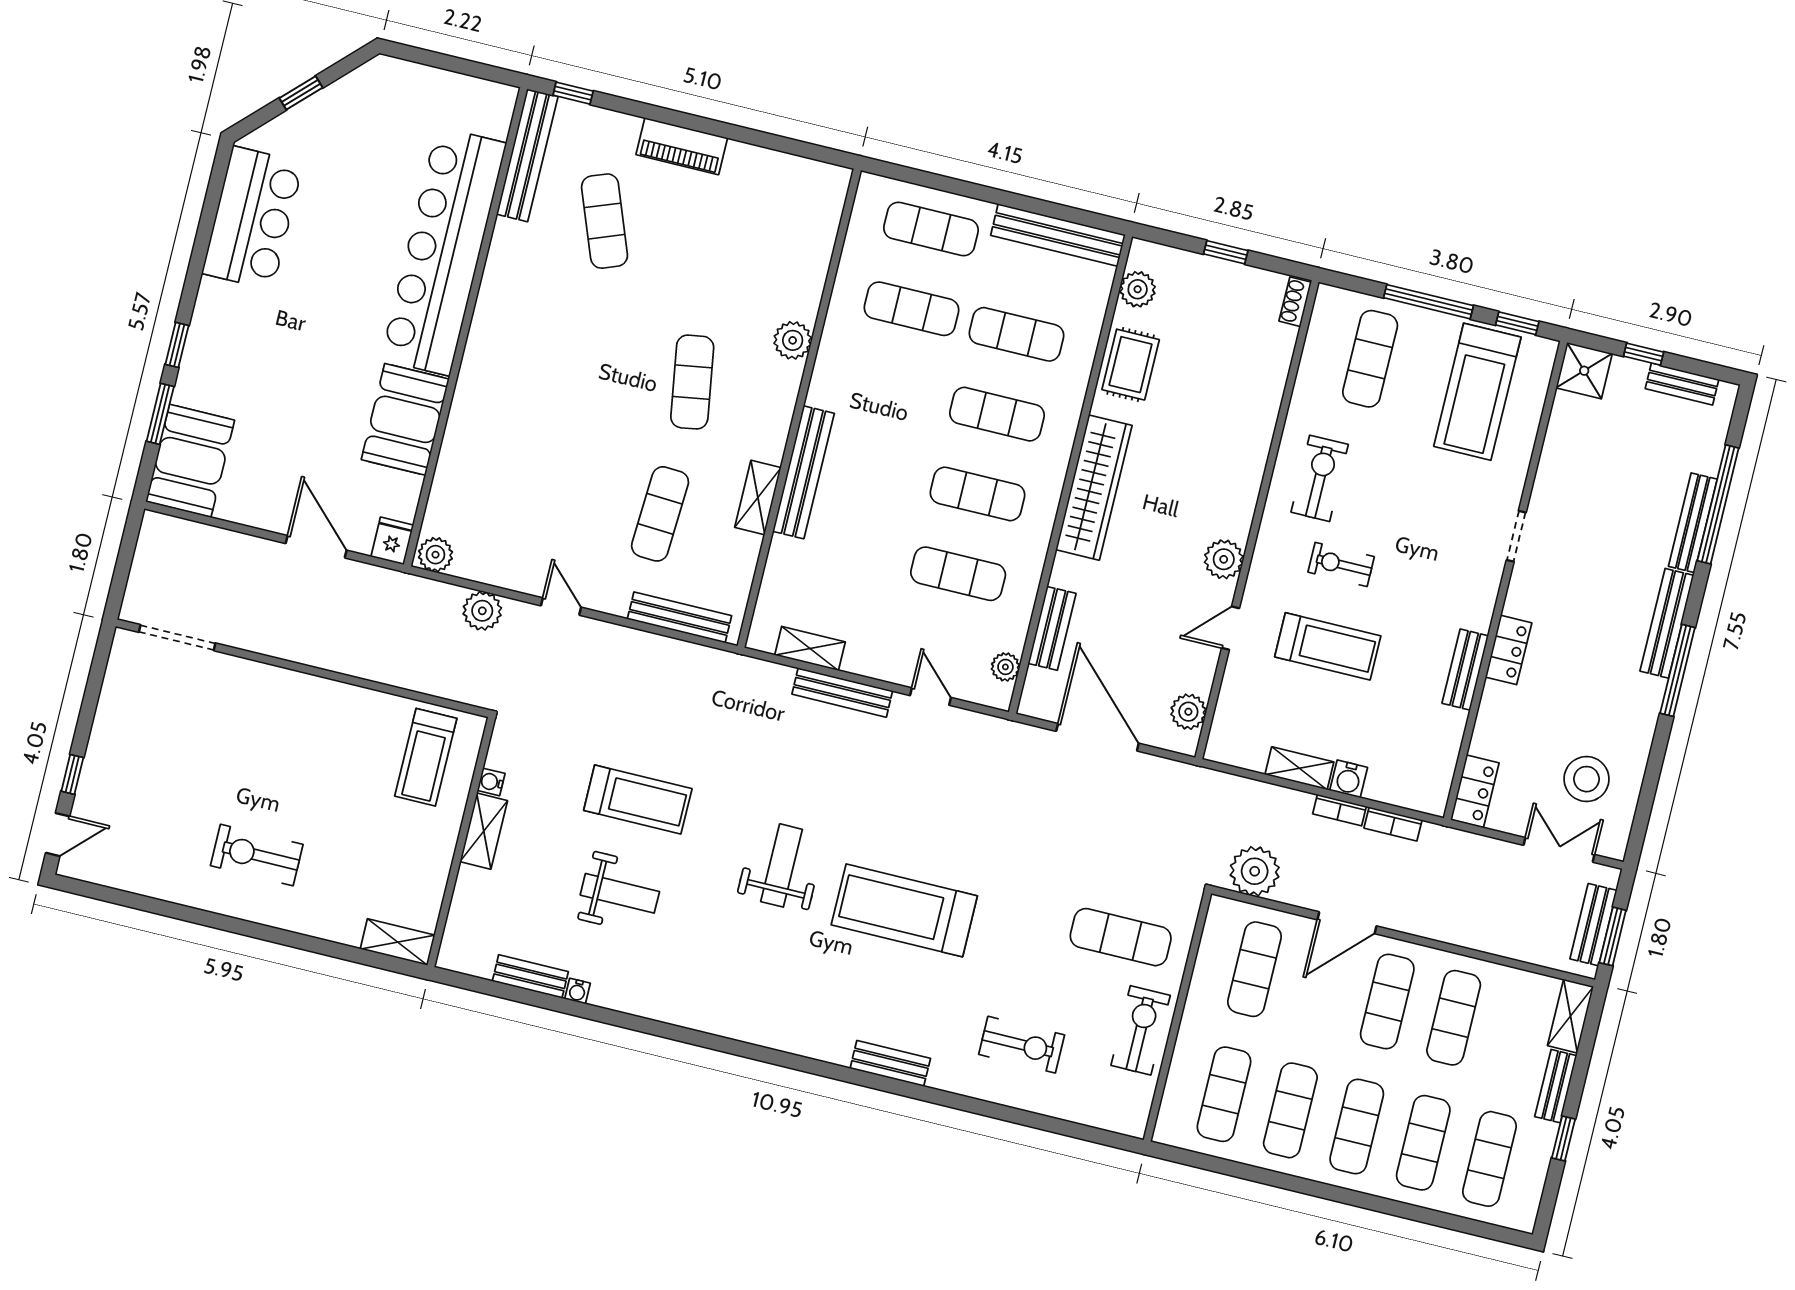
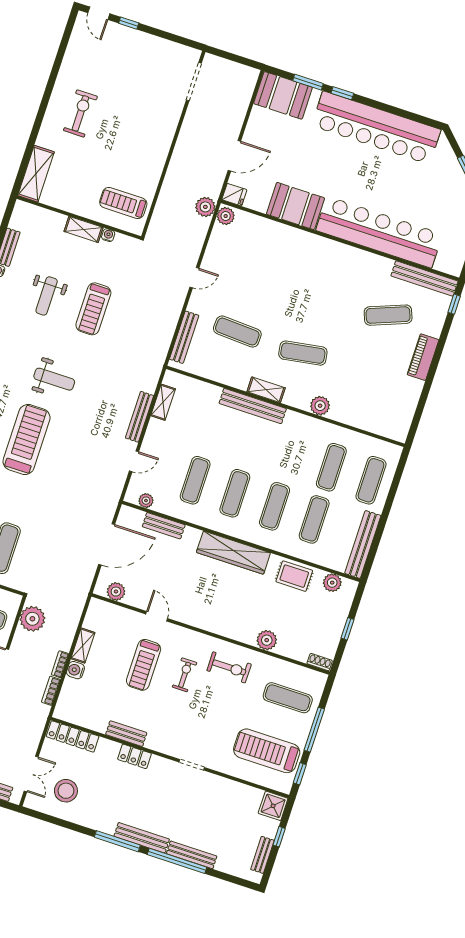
bar counter: (253, 218) -> (376, 128), width x1.86
shelving: (758, 497) -> (266, 390), moved
window: (1718, 504) -> (177, 861), moved
plant: (1224, 559) -> (267, 640), moved
plant: (482, 611) -> (205, 207), moved
locker: (1475, 791) -> (73, 736), width x1.53
shelving: (398, 942) -> (36, 174), width x1.50, depth x1.33

